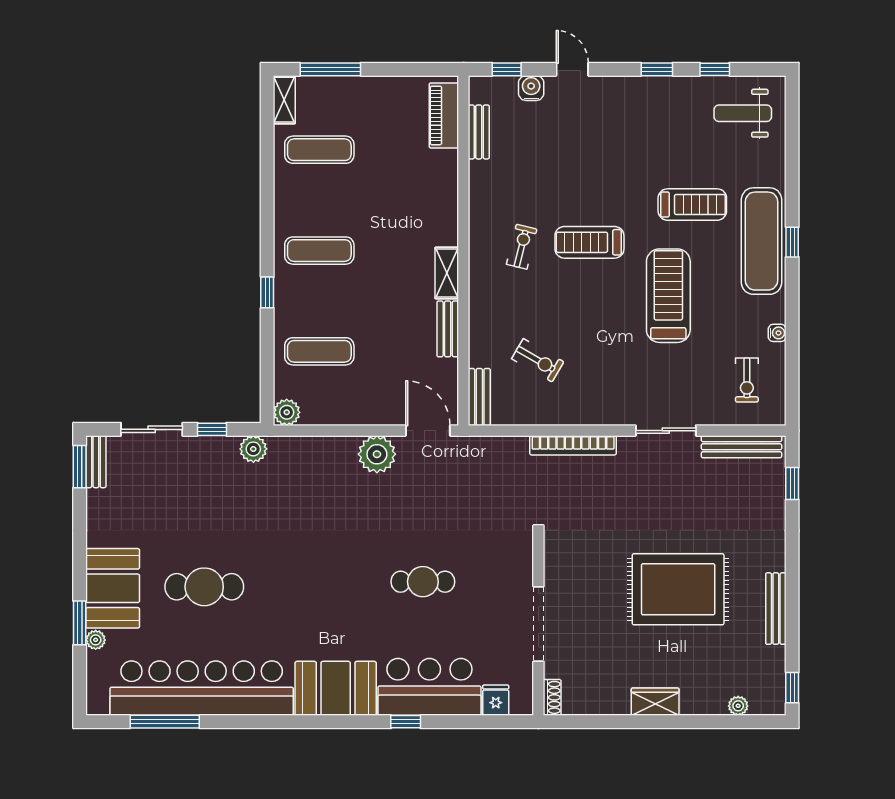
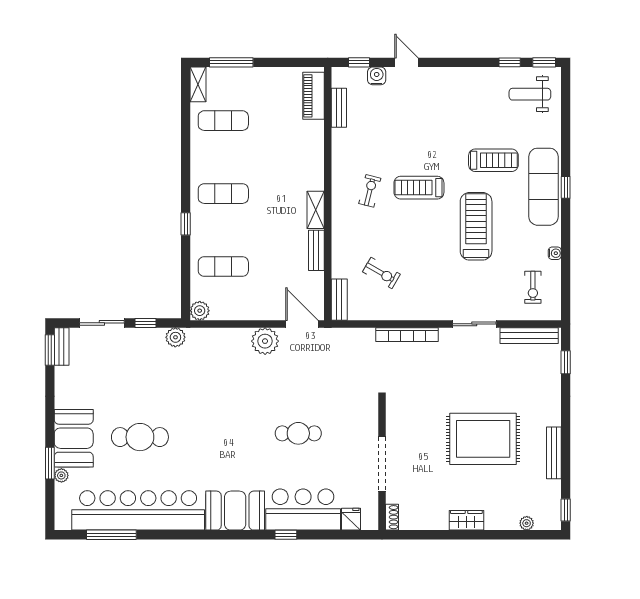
window: (657, 69) -> (544, 62), moved

